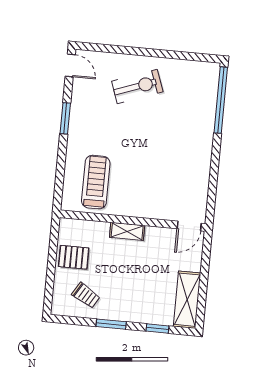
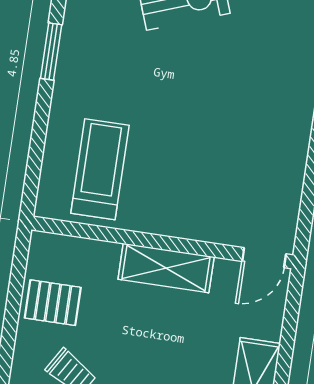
shelving: (127, 231) -> (166, 268), width x1.50, depth x1.33

